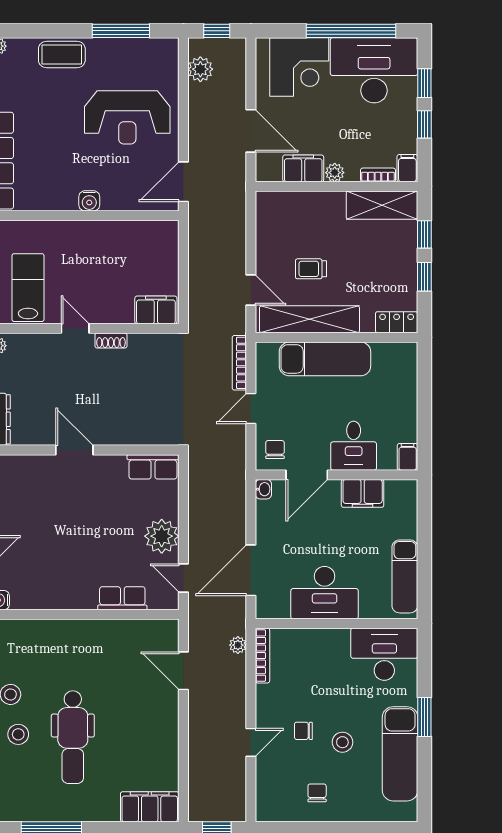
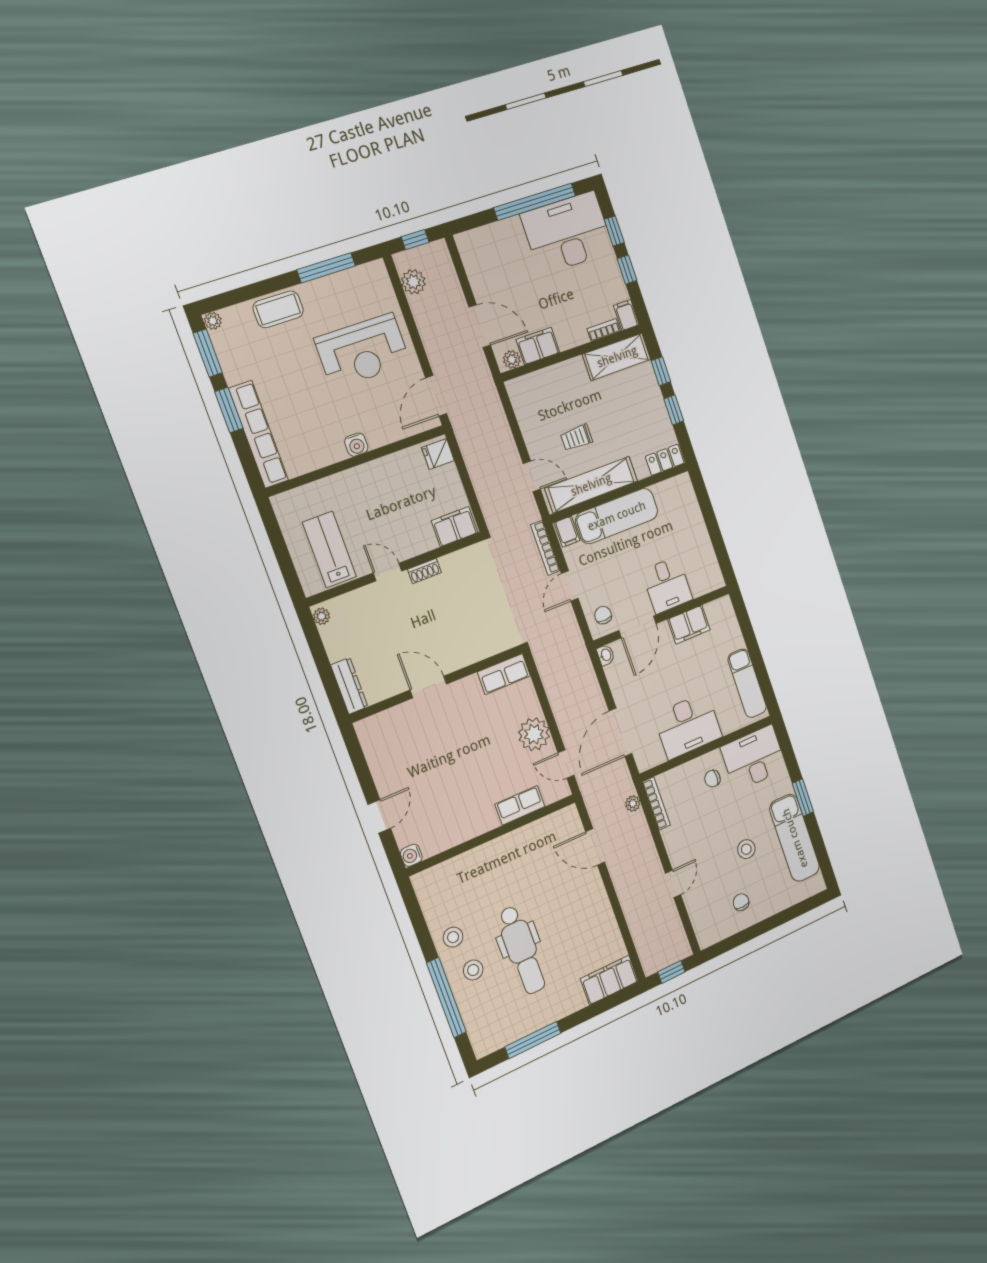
corner desk: (299, 67) -> (501, 251), removed
plant: (335, 173) -> (512, 359), moved
fridge: (165, 236) -> (438, 454), added
filing cabinet: (408, 457) -> (567, 532), moved, turned 180
chair: (303, 731) -> (712, 779), moved

